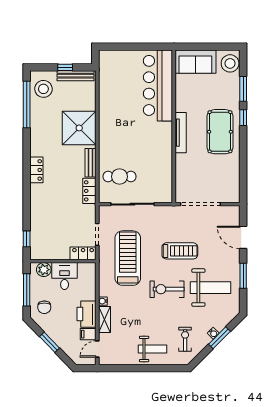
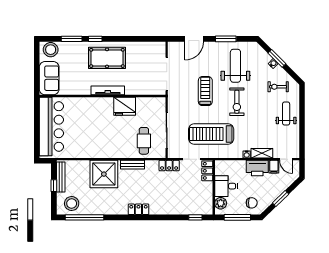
bar counter: (158, 85) -> (51, 126), moved, turned -90
fridge: (161, 153) -> (125, 106), added
locker: (89, 191) -> (169, 166), moved

